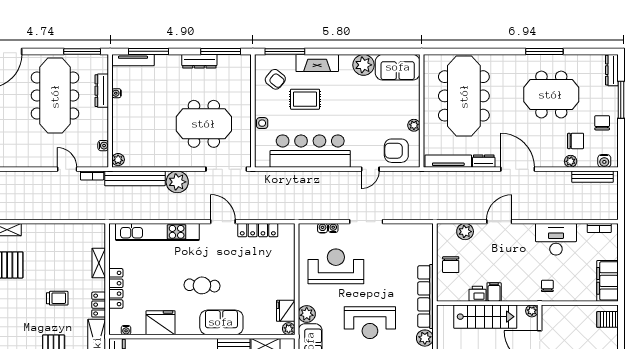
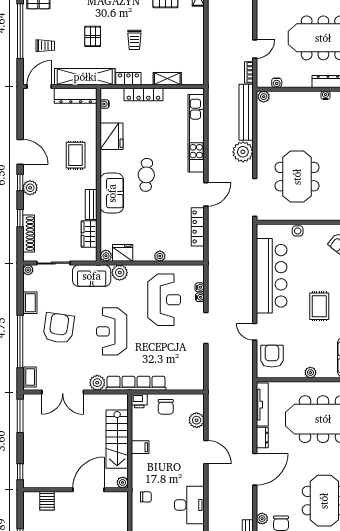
rug: (305, 99) -> (319, 306), moved
plant: (414, 125) -> (310, 372), moved
chair: (451, 265) -> (166, 407), turned -90
plant: (289, 271) -> (160, 256), added
printer: (477, 294) -> (139, 401), moved, turned 90

